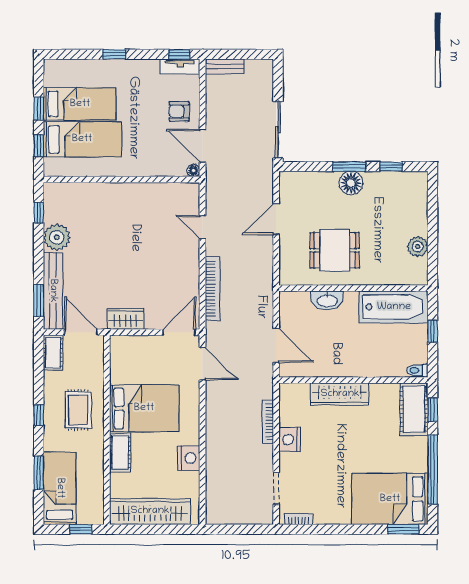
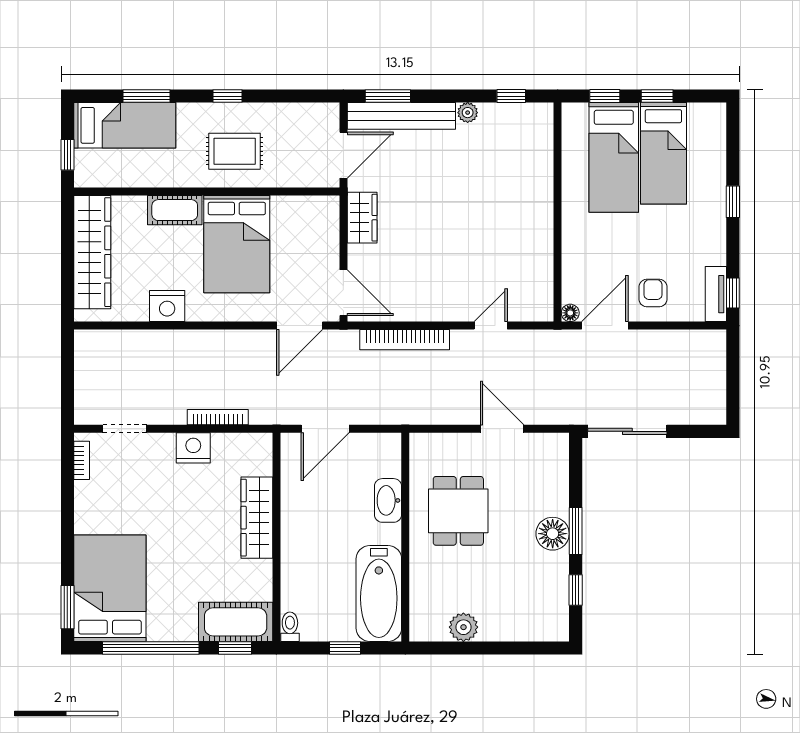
bench: (225, 66) -> (716, 357), removed
plant: (57, 237) -> (468, 113), width x0.53, depth x0.53
cot: (53, 353) -> (315, 116), removed

